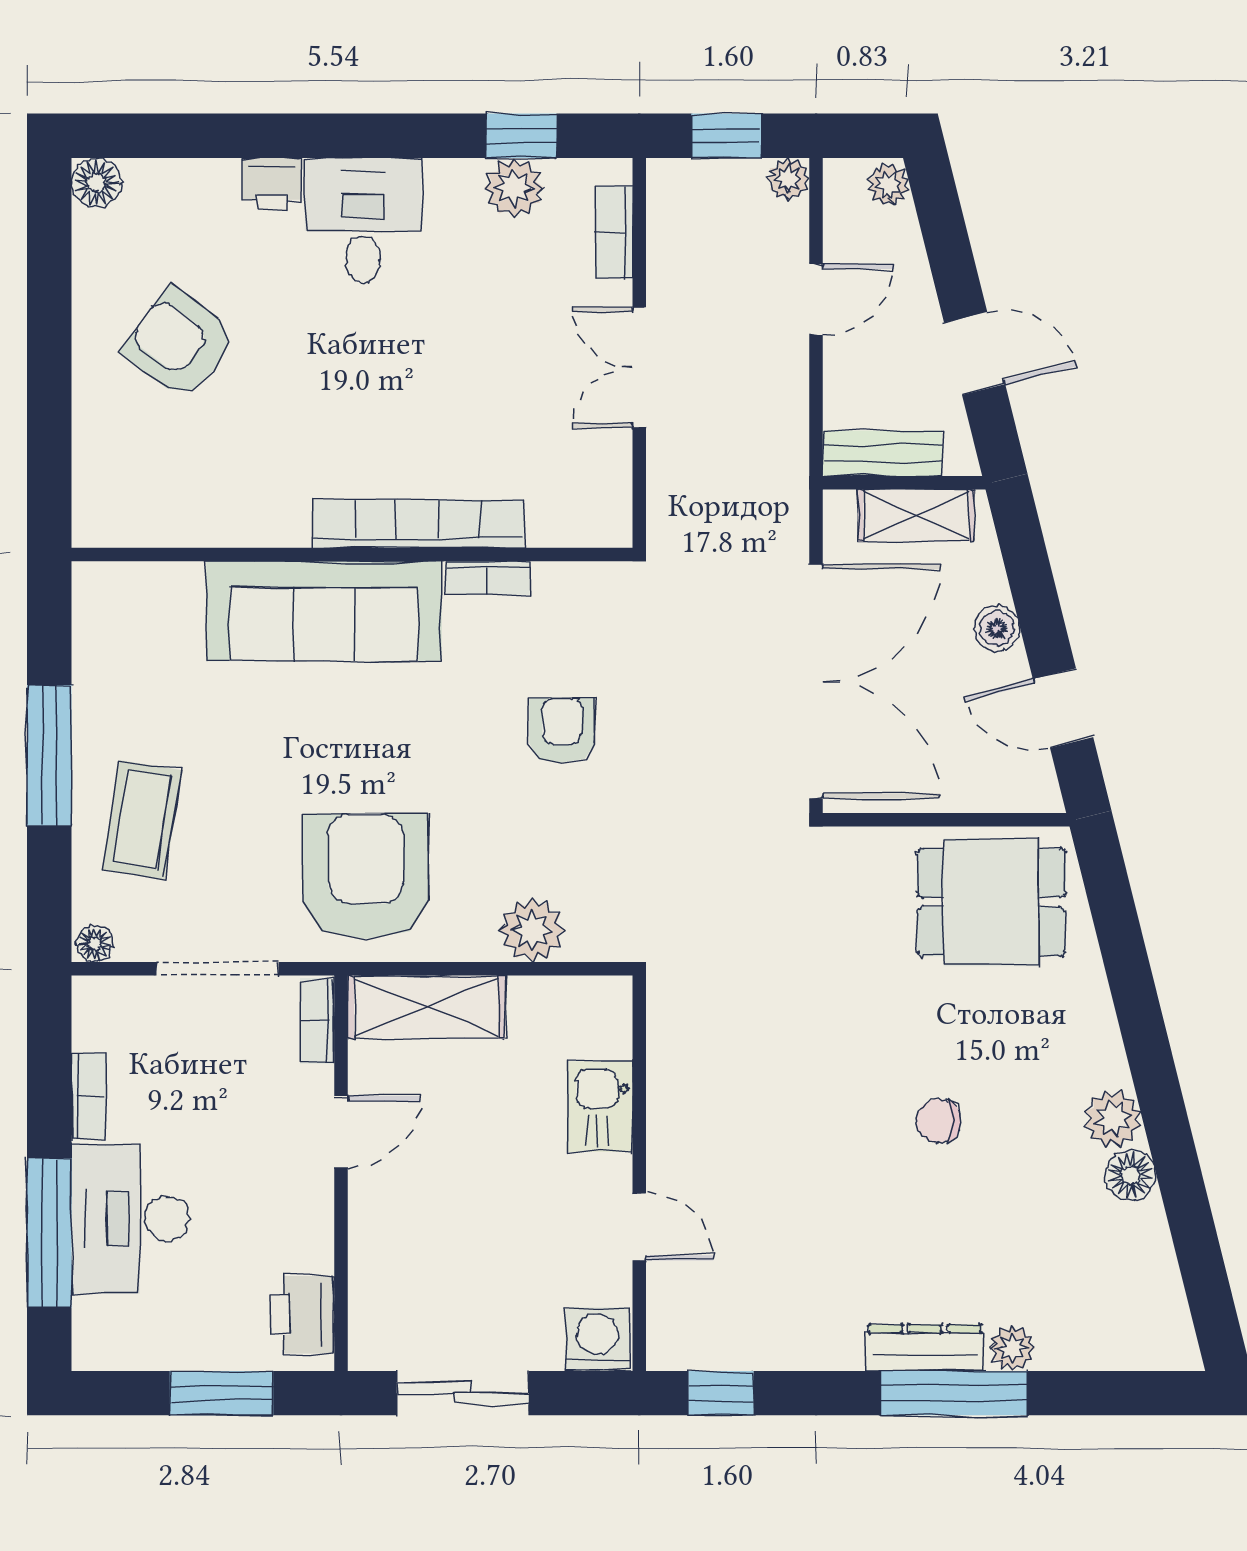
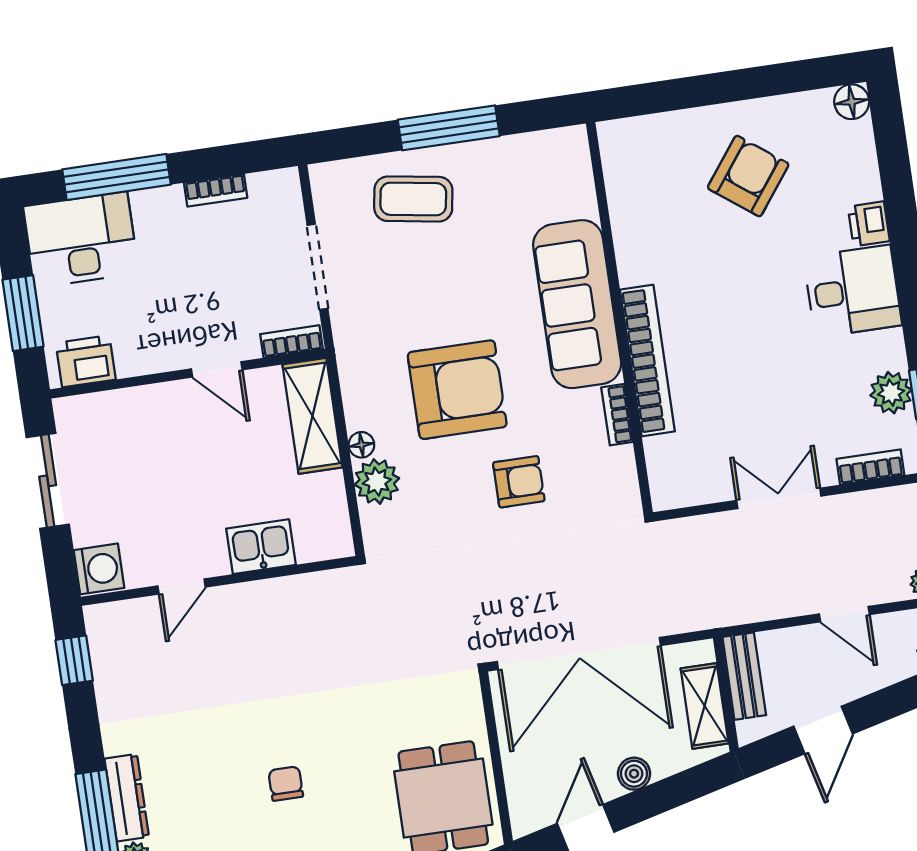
armchair: (366, 876) -> (457, 390), moved
floor lamp: (95, 944) -> (361, 445), moved
desk: (130, 1219) -> (81, 240), moved

